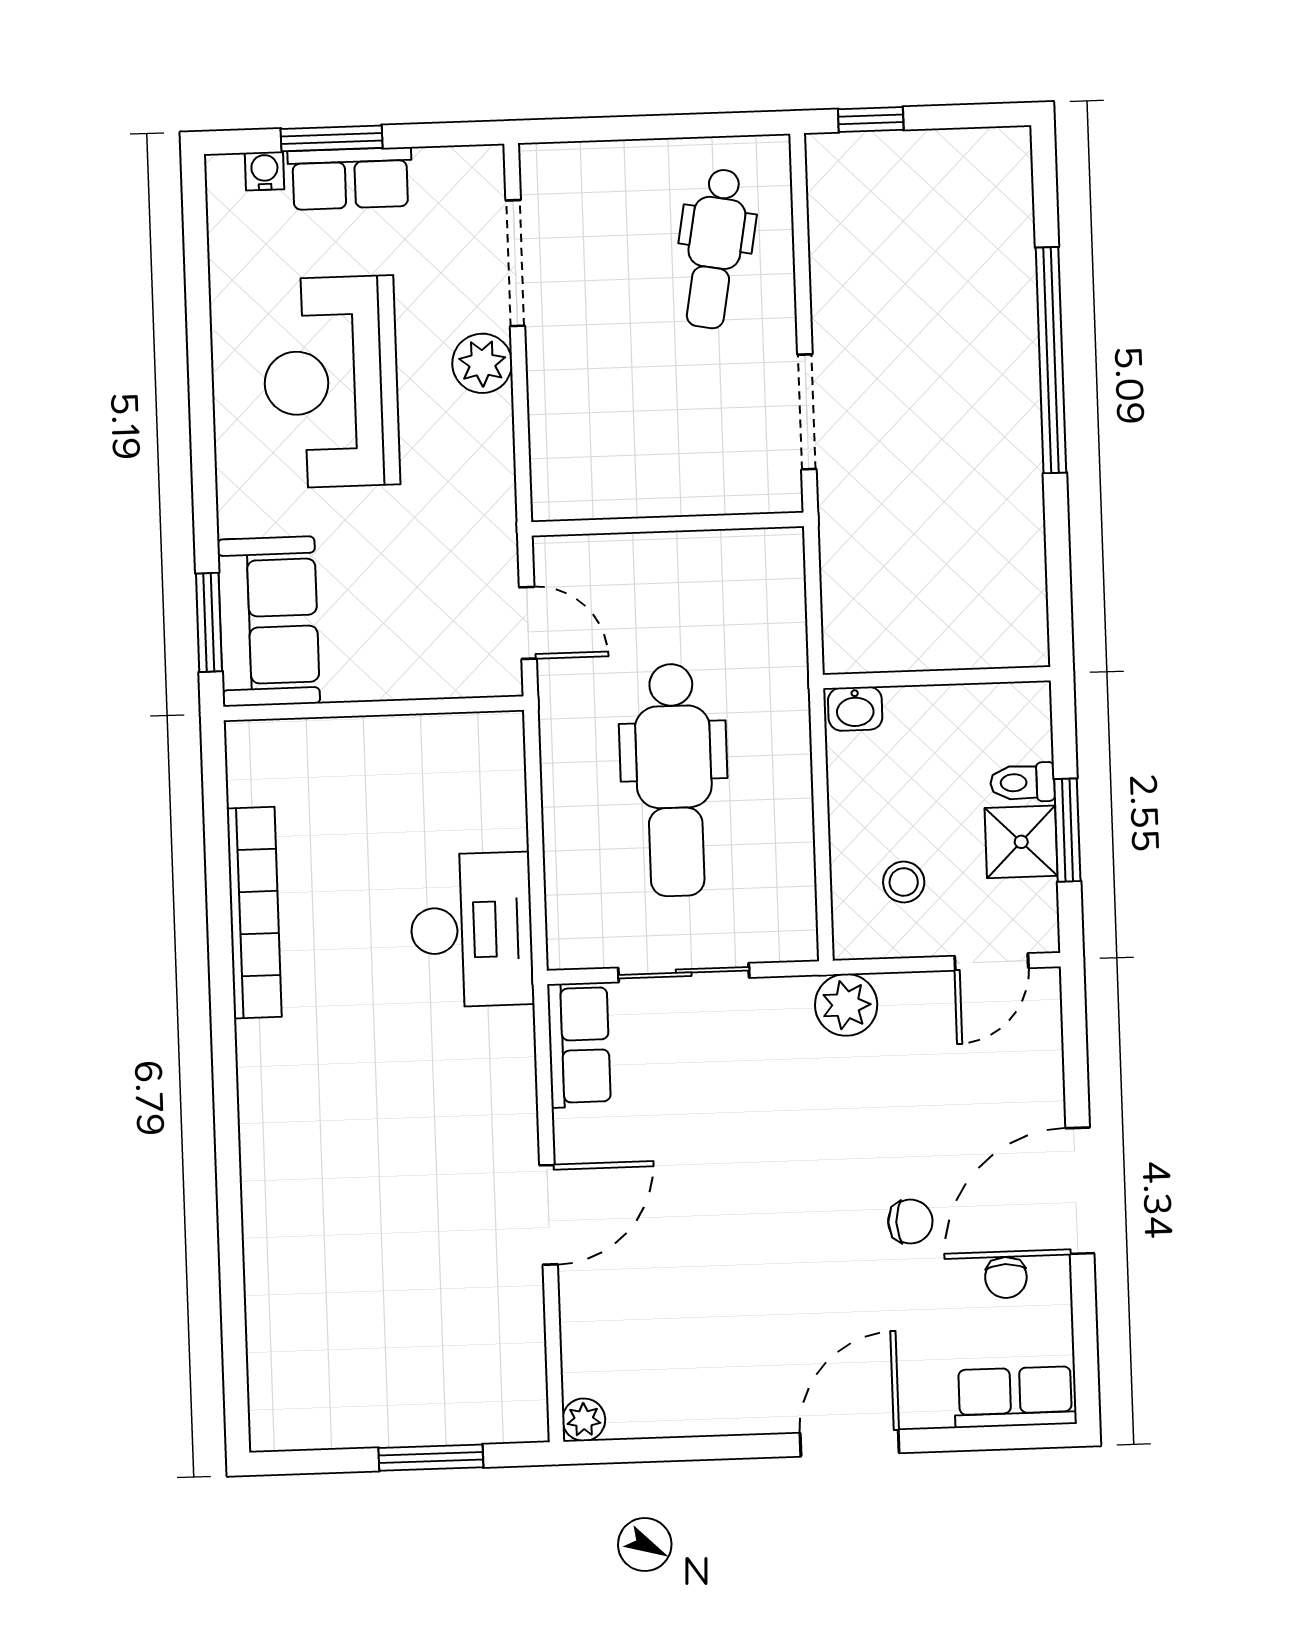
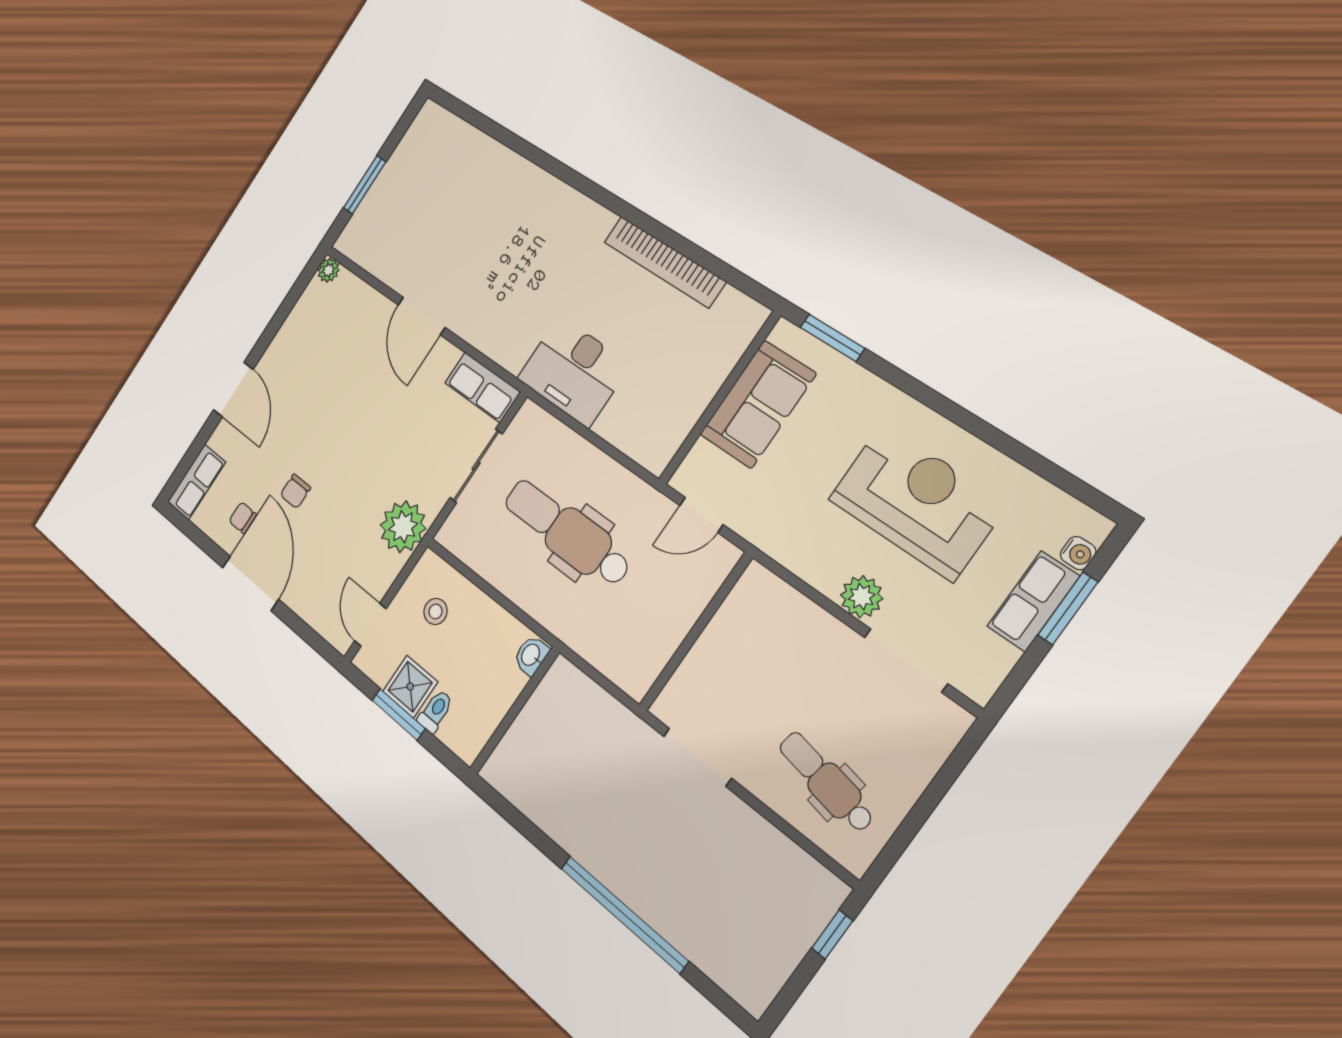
sofa: (269, 622) -> (758, 404), moved, turned -90
plant: (846, 1005) -> (403, 527), width x1.36, depth x1.36

